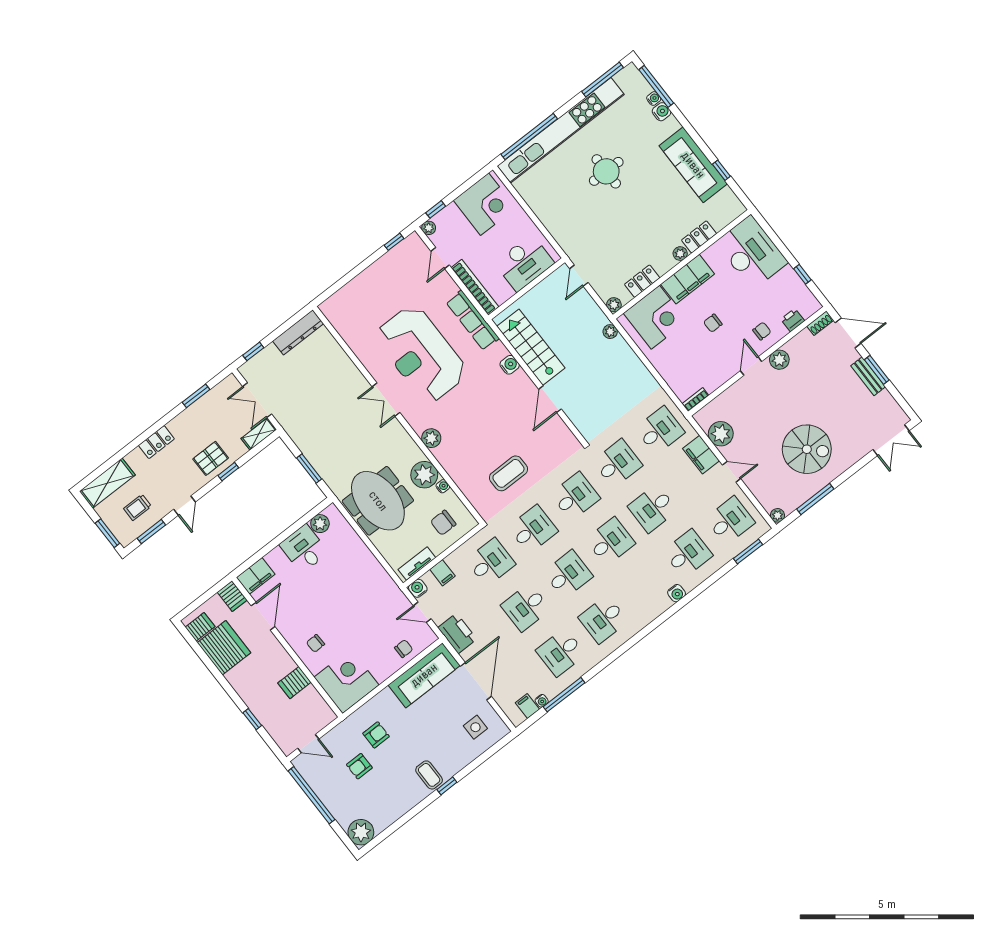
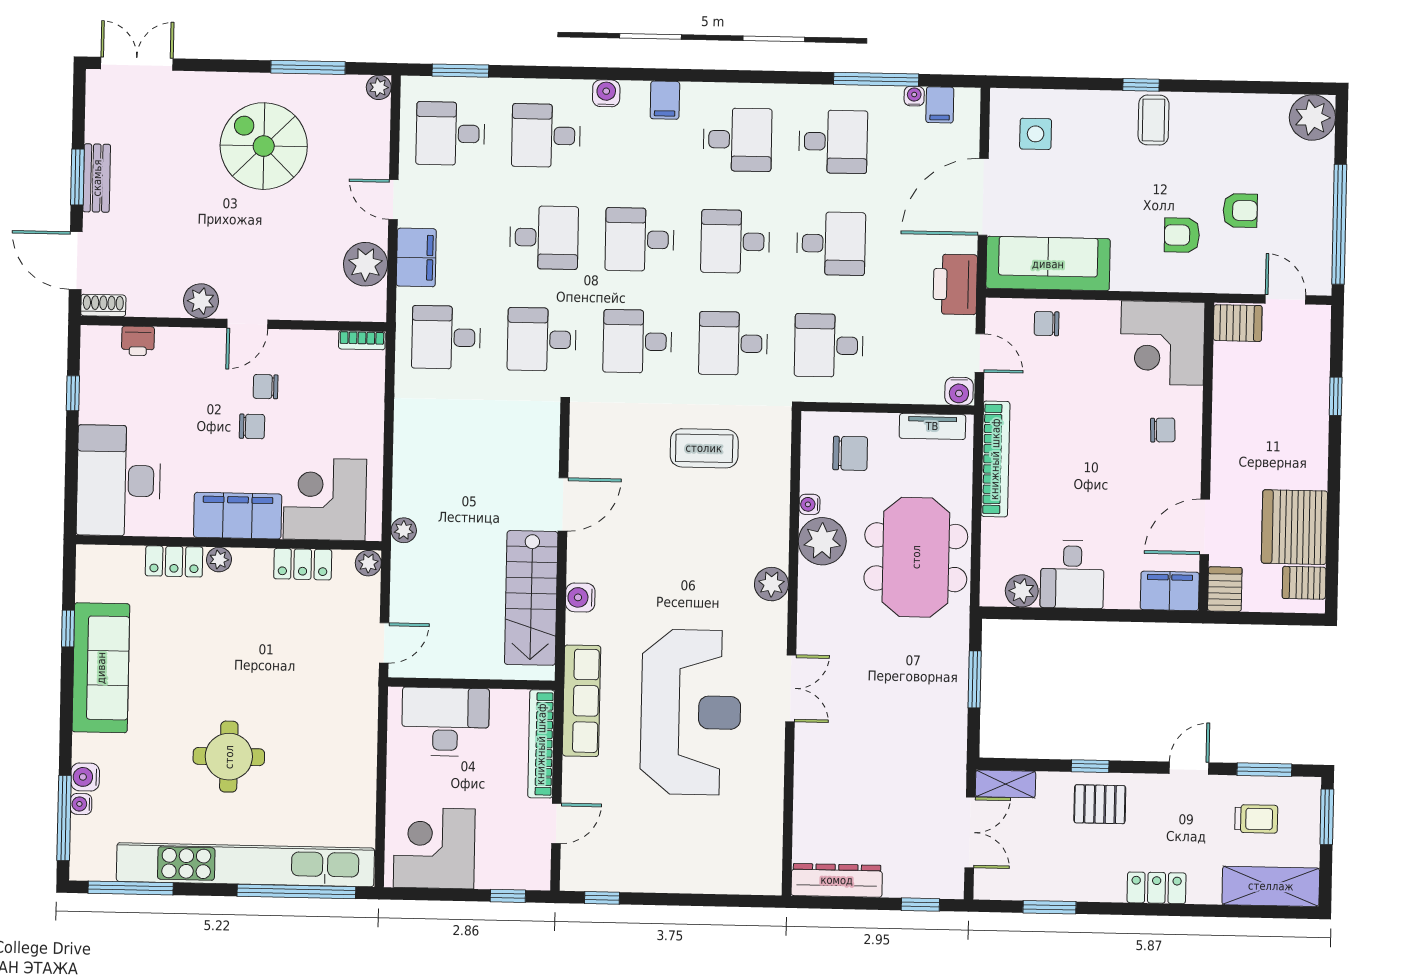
plant: (429, 228) -> (538, 878), removed
chair: (762, 331) -> (266, 387), moved
bookcase: (378, 572) -> (995, 459), added
filing cabinet: (442, 573) -> (665, 100), moved, turned 180
server rack: (294, 683) -> (1238, 323), moved

